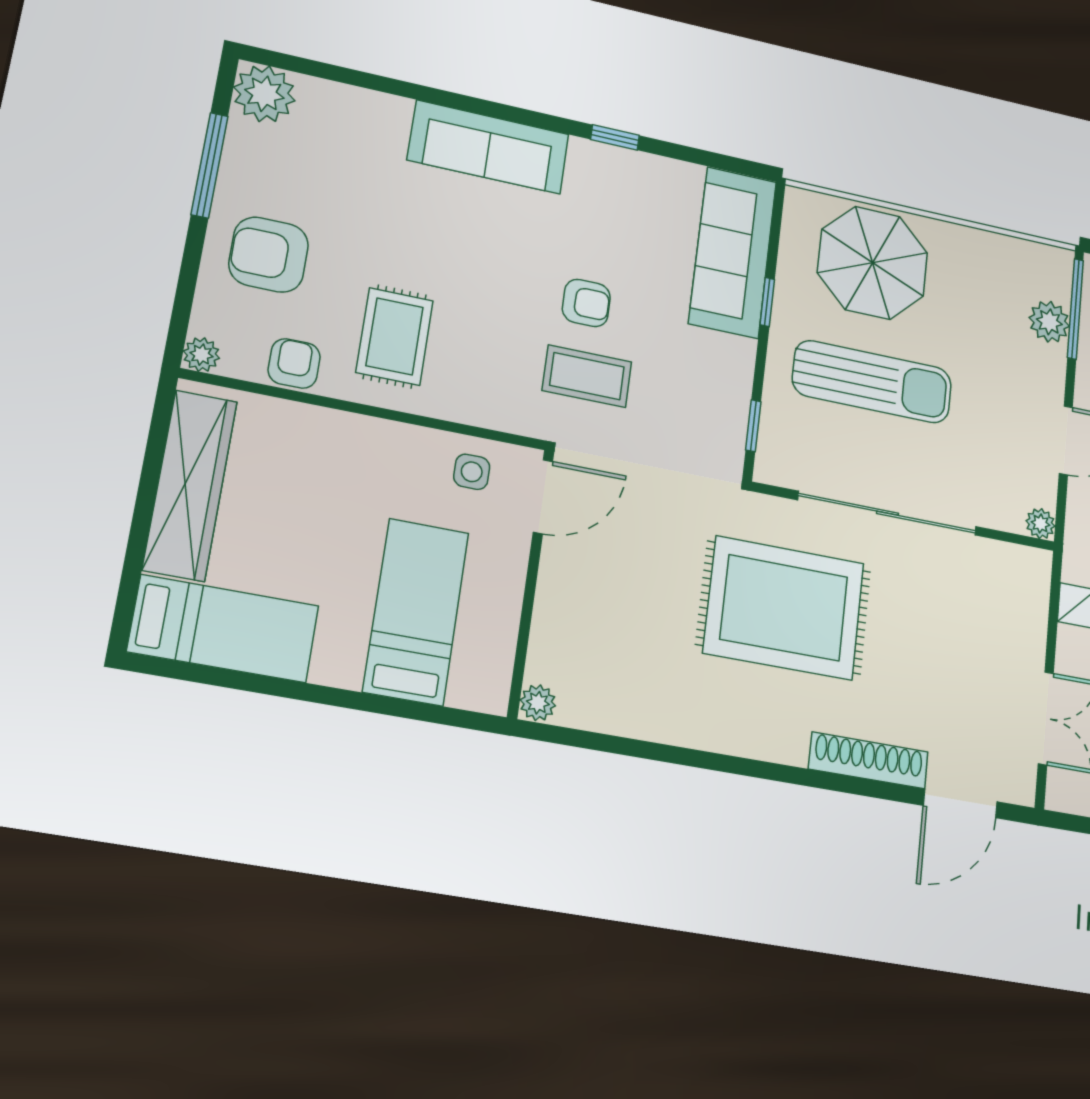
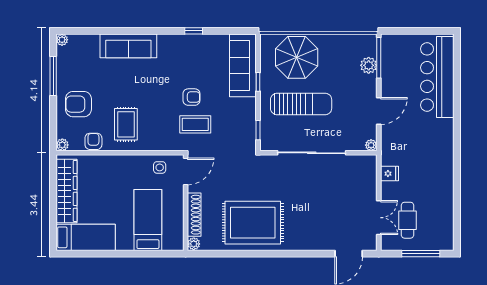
plant: (264, 94) -> (62, 40), width x0.53, depth x0.53
sofa: (488, 147) -> (128, 46), moved
rug: (784, 608) -> (253, 223), moved
shoe rack: (868, 760) -> (194, 215), moved, turned 90

